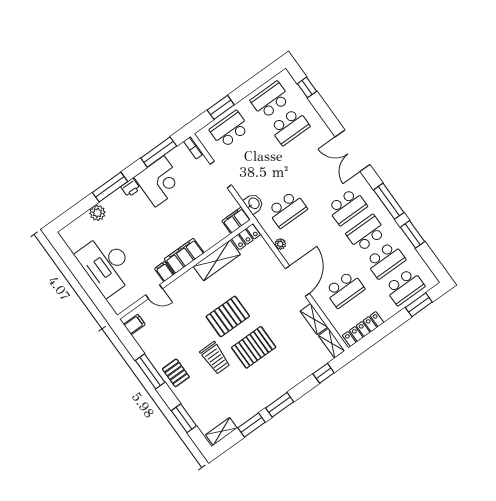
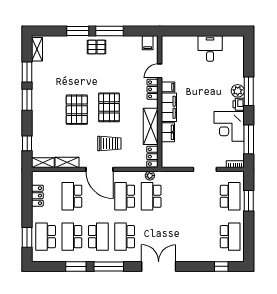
school desk: (290, 127) -> (125, 196), moved
washbasin: (254, 204) -> (171, 177), removed
plant: (97, 213) -> (238, 91), moved
filing cabinet: (236, 220) -> (168, 132), moved
plant: (280, 244) -> (150, 176), moved
desk: (106, 265) -> (210, 48), width x0.53, depth x0.77
locker: (178, 286) -> (153, 89), added
locker: (363, 329) -> (37, 196), width x0.66
trolley: (215, 358) -> (109, 144), moved, turned 180
window: (184, 418) -> (78, 31), moved

